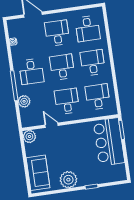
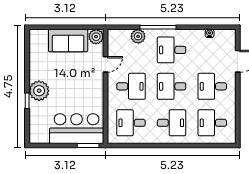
desk: (57, 33) -> (212, 86), turned 180
desk: (62, 67) -> (172, 86), turned 180
desk: (98, 97) -> (131, 123), turned 180
sofa: (38, 173) -> (68, 40), moved
plant: (68, 180) -> (39, 91), moved

